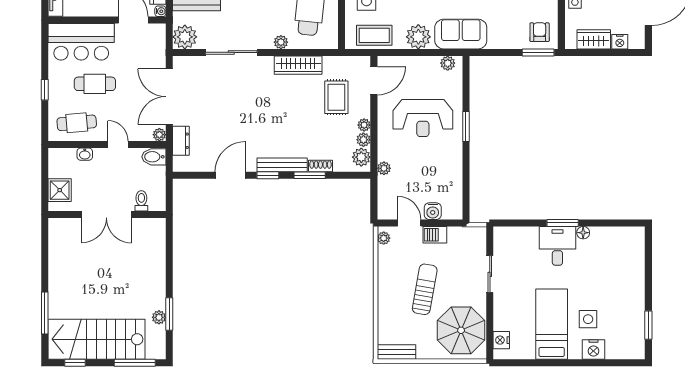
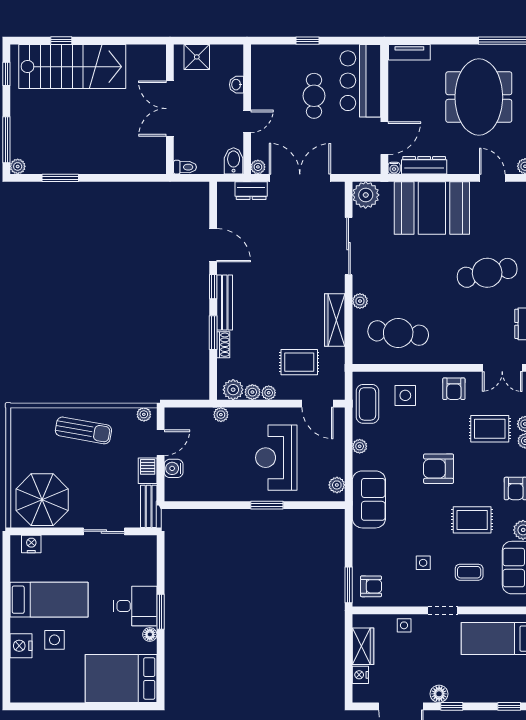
plant: (418, 37) -> (360, 446), width x0.53, depth x0.53
cafe table: (77, 123) -> (271, 76), removed
toilet: (141, 201) -> (185, 167), moved
bed: (623, 259) -> (121, 678), added
sun lounger: (425, 289) -> (83, 430), moved
window: (45, 313) -> (61, 41), width x0.46
plant: (159, 317) -> (18, 166), moved
window: (648, 325) -> (48, 706), removed
stairs: (97, 339) -> (72, 67), moved, turned 90
bench: (396, 352) -> (149, 506), moved

